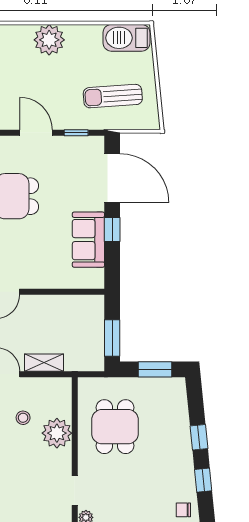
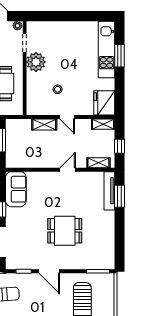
sofa: (88, 240) -> (16, 189), moved
plant: (57, 433) -> (36, 62), moved

